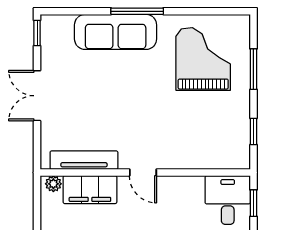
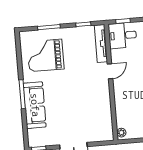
tv unit: (84, 160) -> (101, 44), moved
door: (143, 173) -> (110, 71), moved
filing cabinet: (90, 190) -> (123, 112), removed

